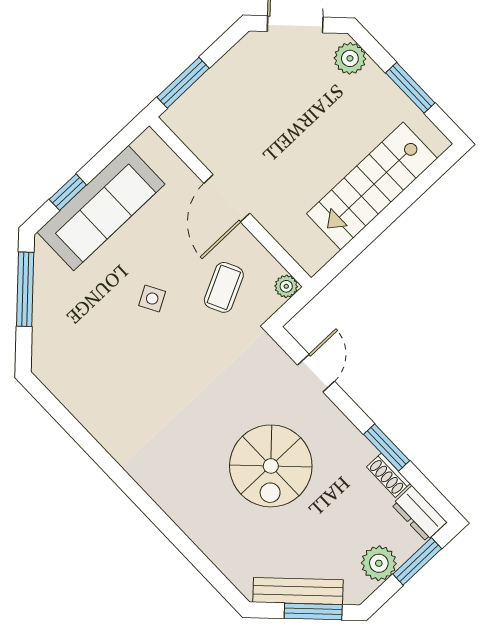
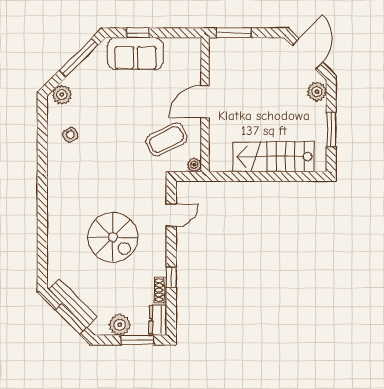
sofa: (101, 208) -> (136, 54), width x0.73
coffee table: (224, 287) -> (166, 139), width x1.36, depth x1.30
side table: (152, 299) -> (70, 135), moved
plant: (47, 353) -> (62, 95), added
window: (387, 447) -> (171, 277), width x0.67
spiral stairs: (271, 466) -> (113, 237), turned -90

